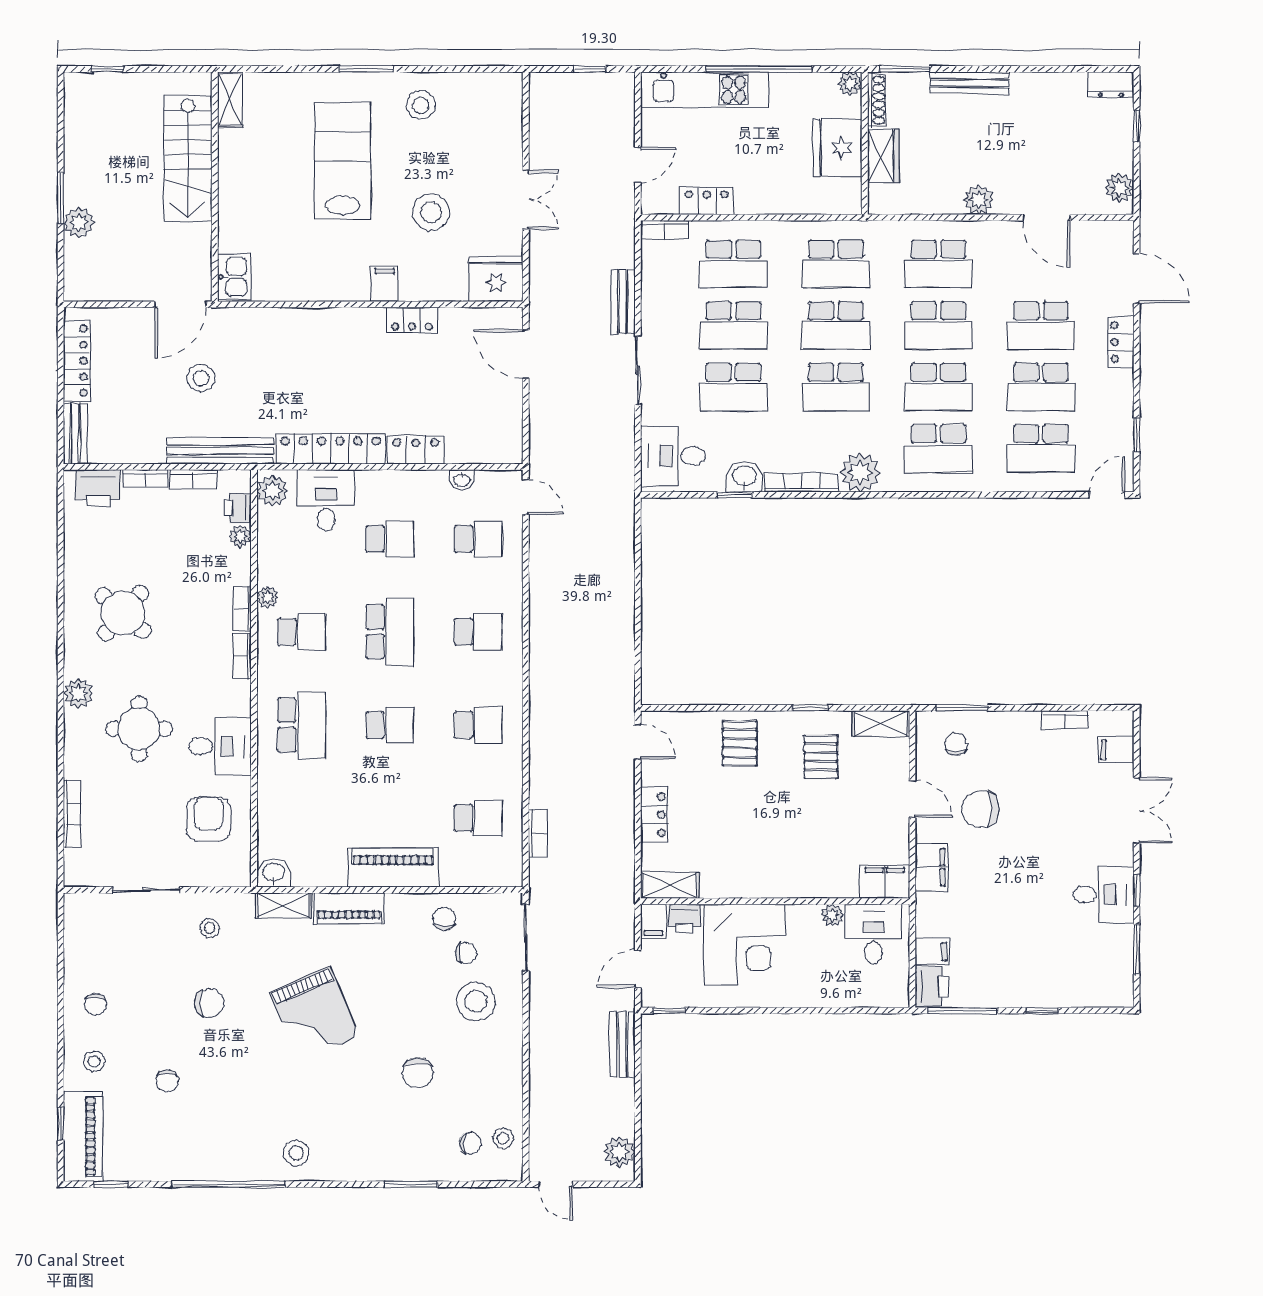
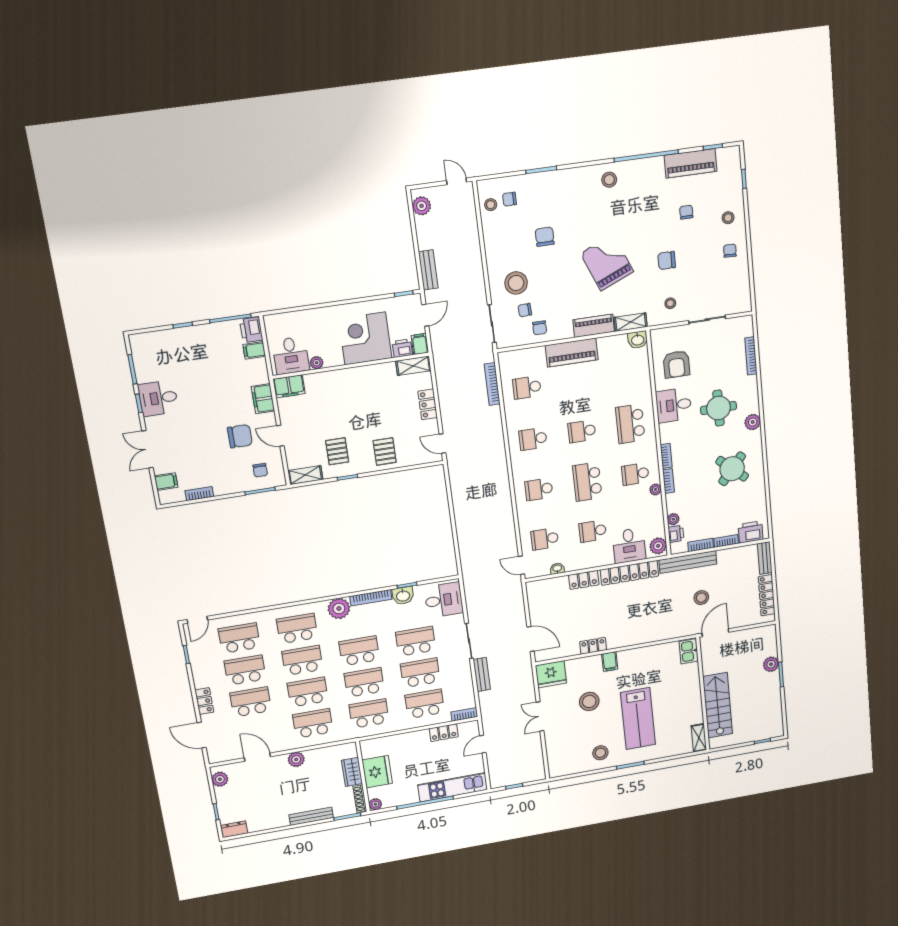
bookcase: (538, 833) -> (492, 384), width x1.56
piano: (83, 1137) -> (691, 163), moved, turned -90

